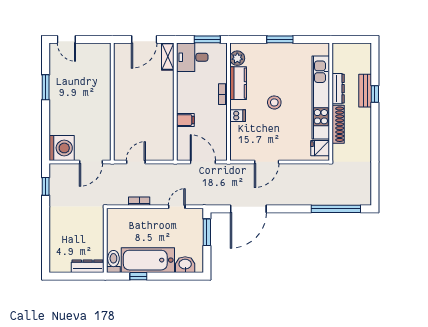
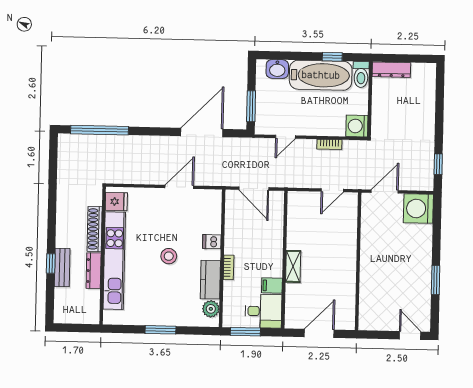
shelving: (168, 56) -> (293, 266), moved
filing cabinet: (185, 120) -> (272, 286), moved
washing machine: (116, 217) -> (357, 126), added

